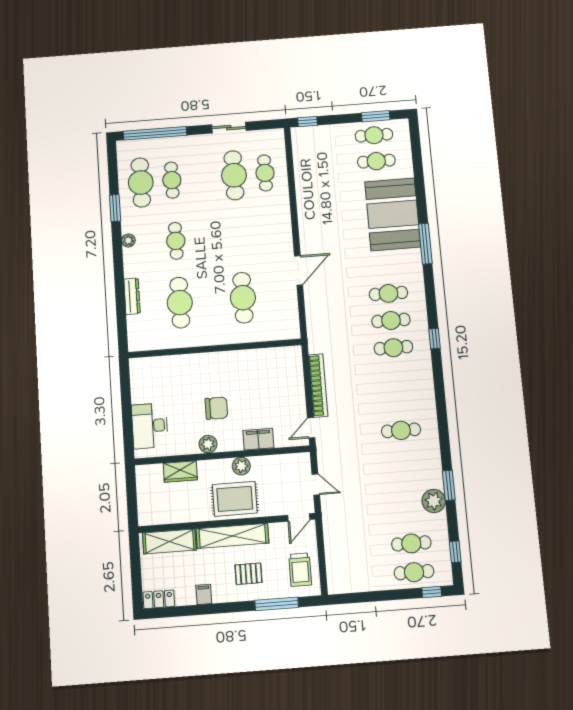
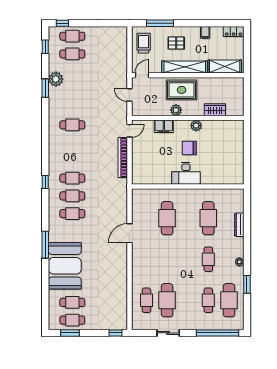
desk: (150, 426) -> (186, 173), moved, turned 90

